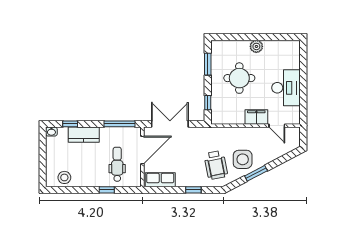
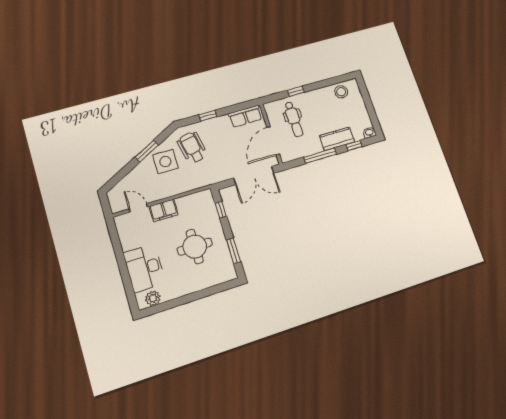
plant: (256, 46) -> (153, 298), moved
desk: (286, 88) -> (144, 268), moved
window: (120, 124) -> (320, 156), moved

